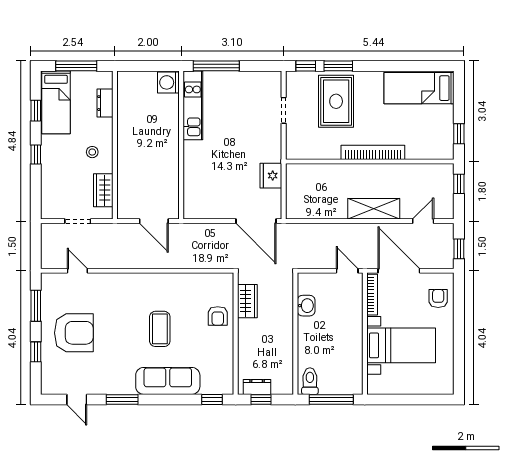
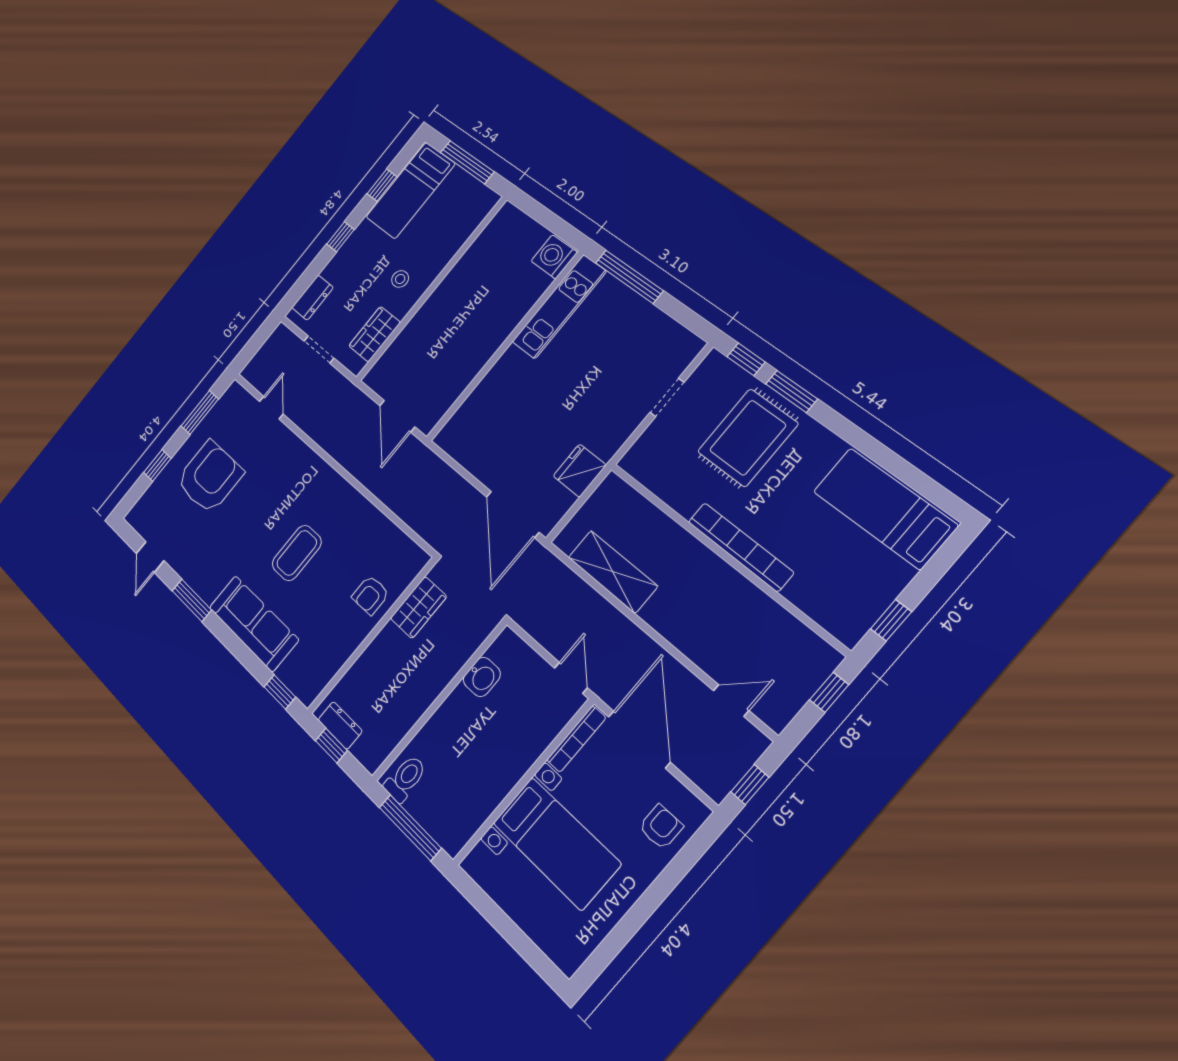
dresser: (105, 103) -> (313, 298), moved, turned 180
shelving: (374, 209) -> (613, 572), moved
armchair: (74, 333) -> (210, 477), turned -90

